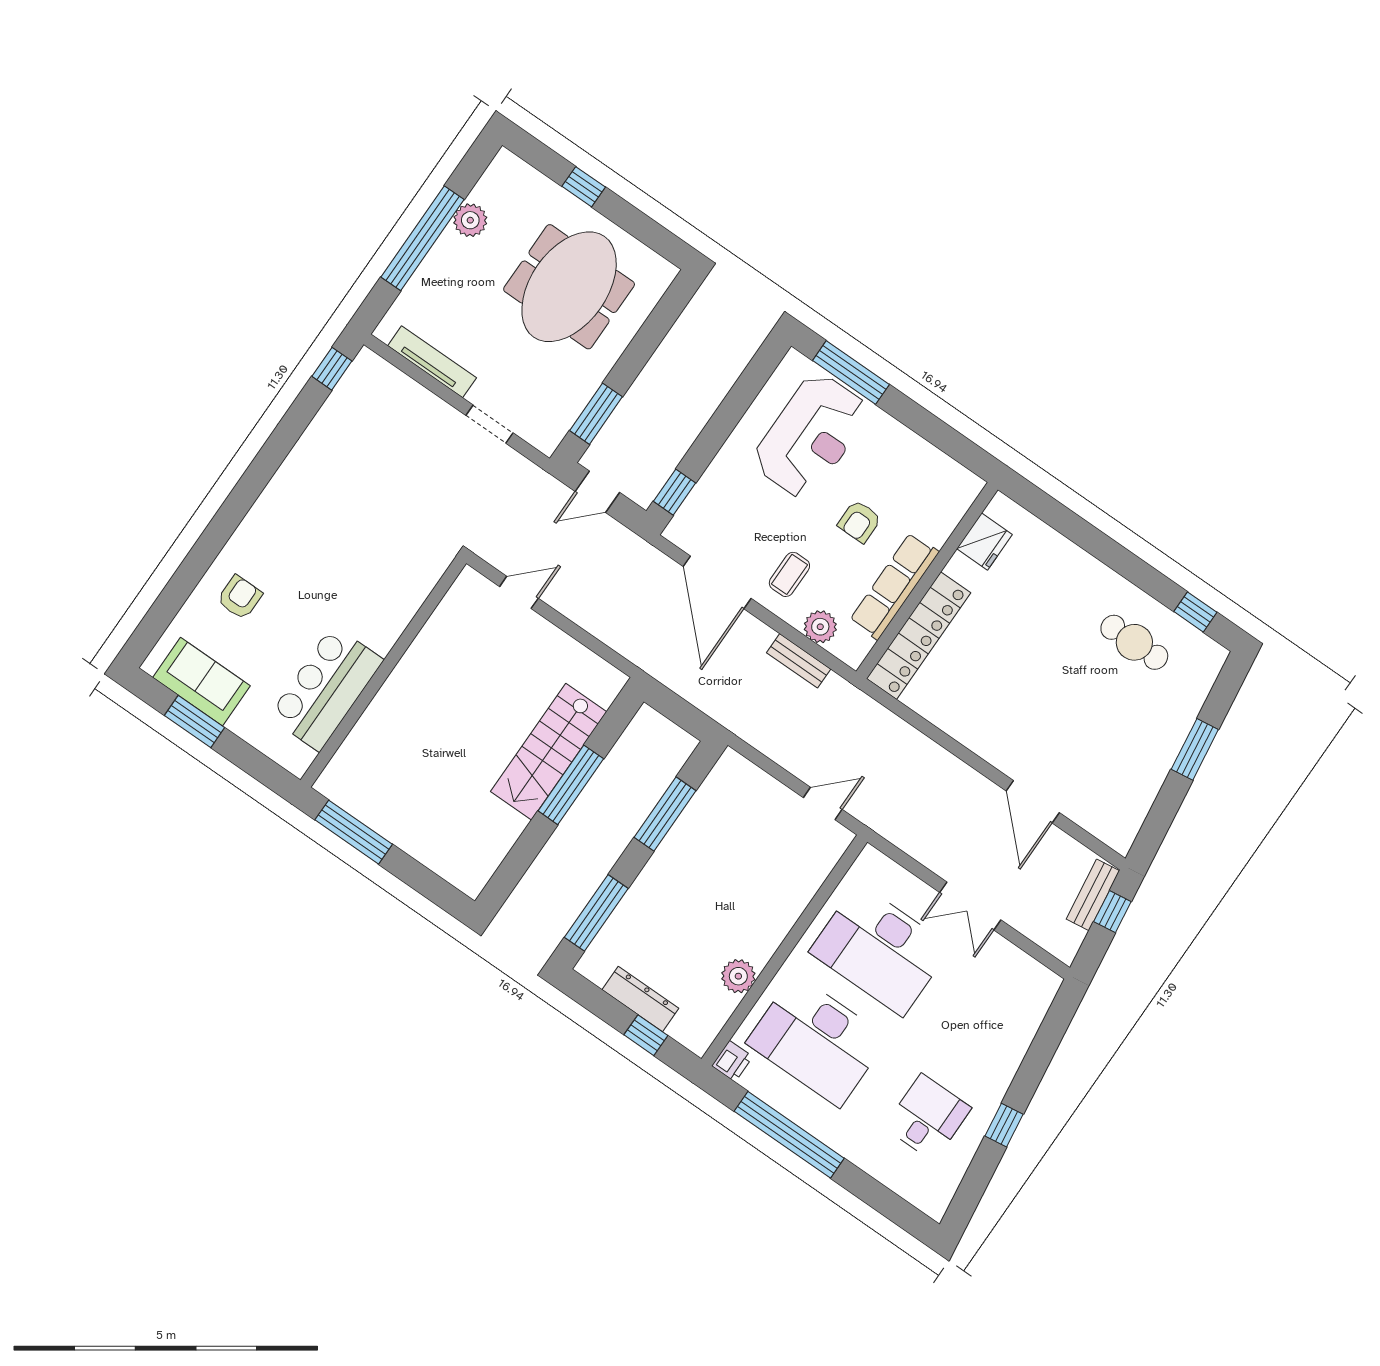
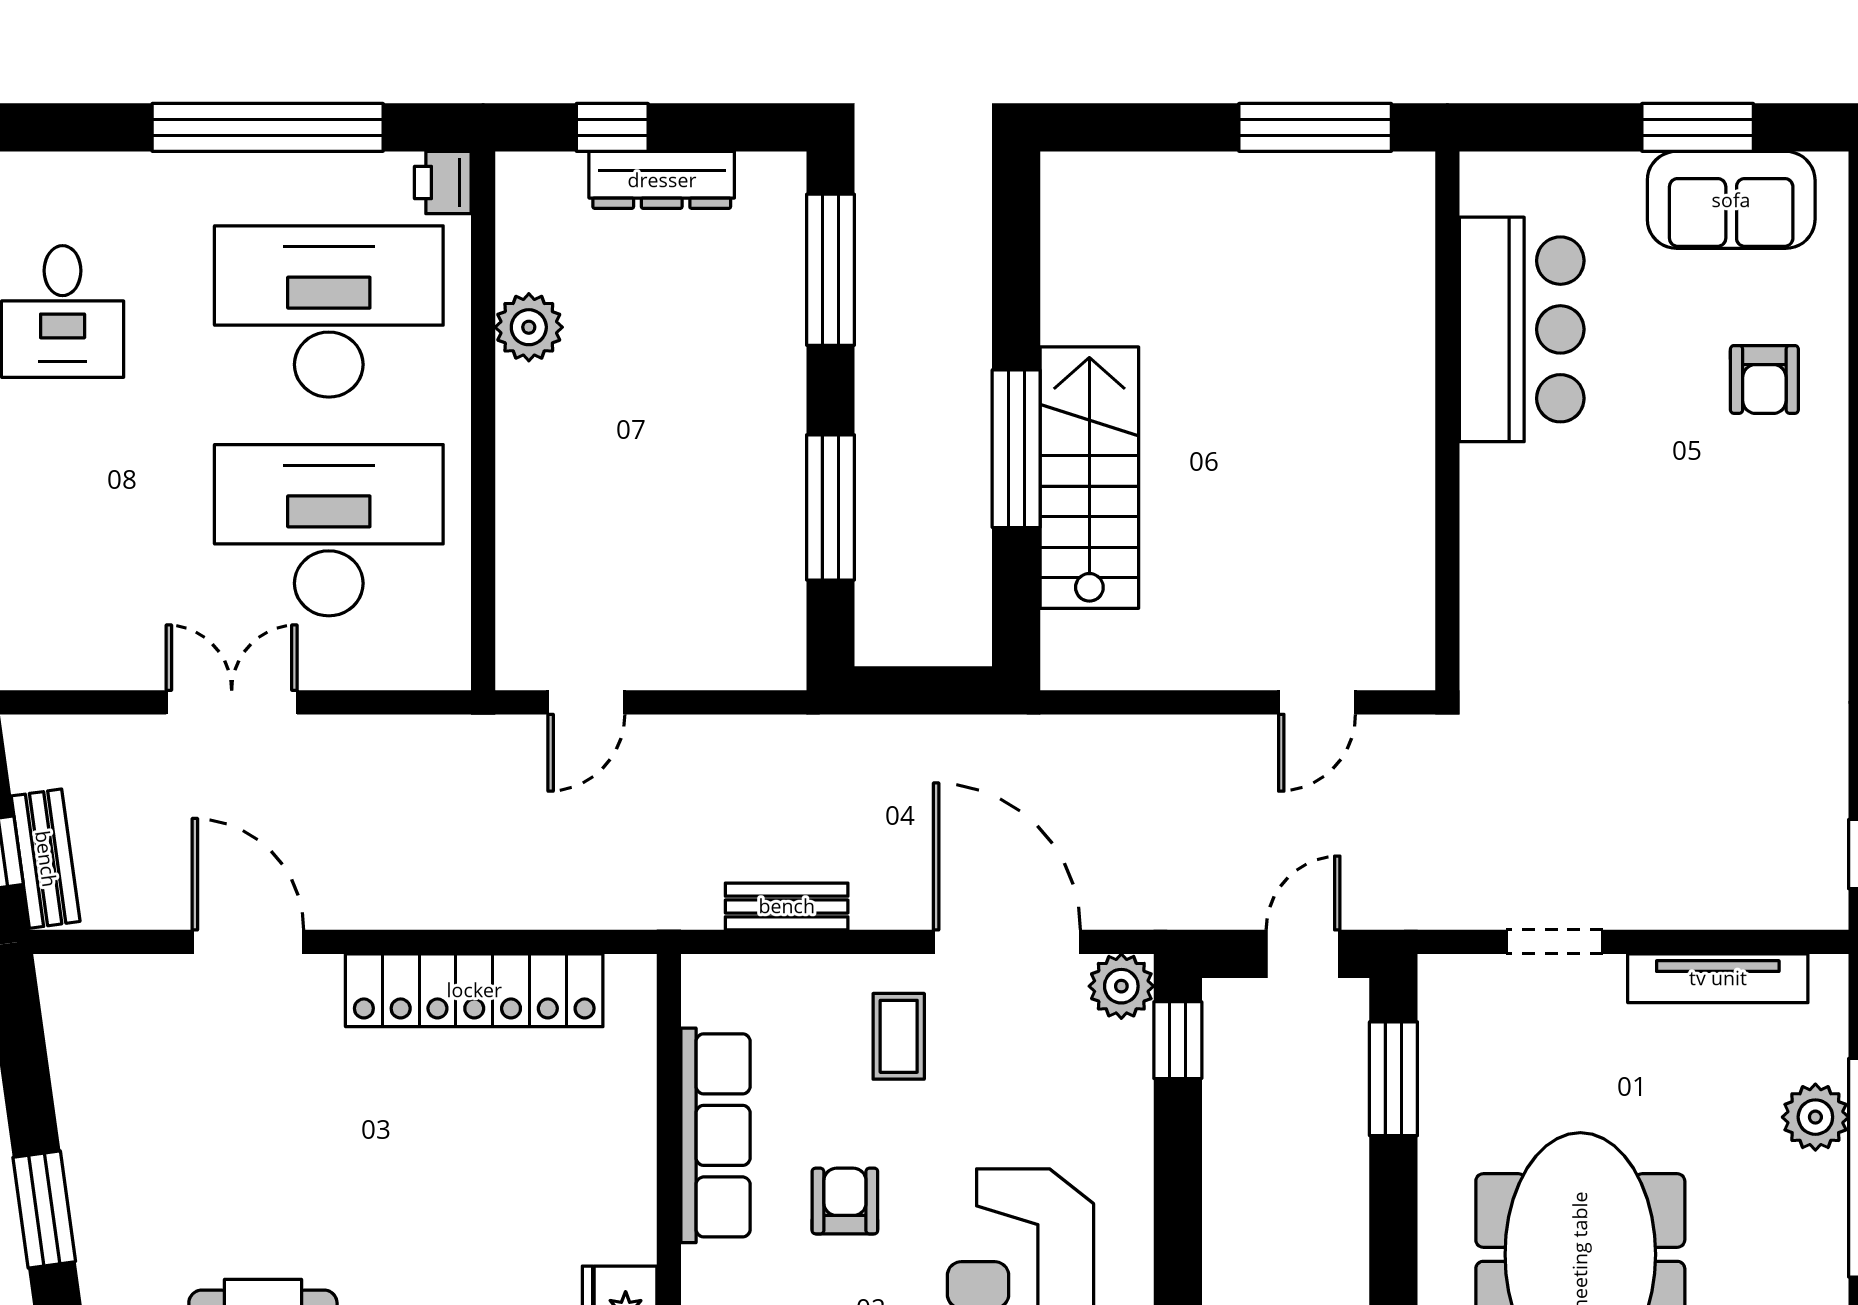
plant: (470, 220) -> (1815, 1117), moved
plant: (820, 627) -> (1121, 986), moved
locker: (919, 636) -> (474, 990), moved, turned -90

